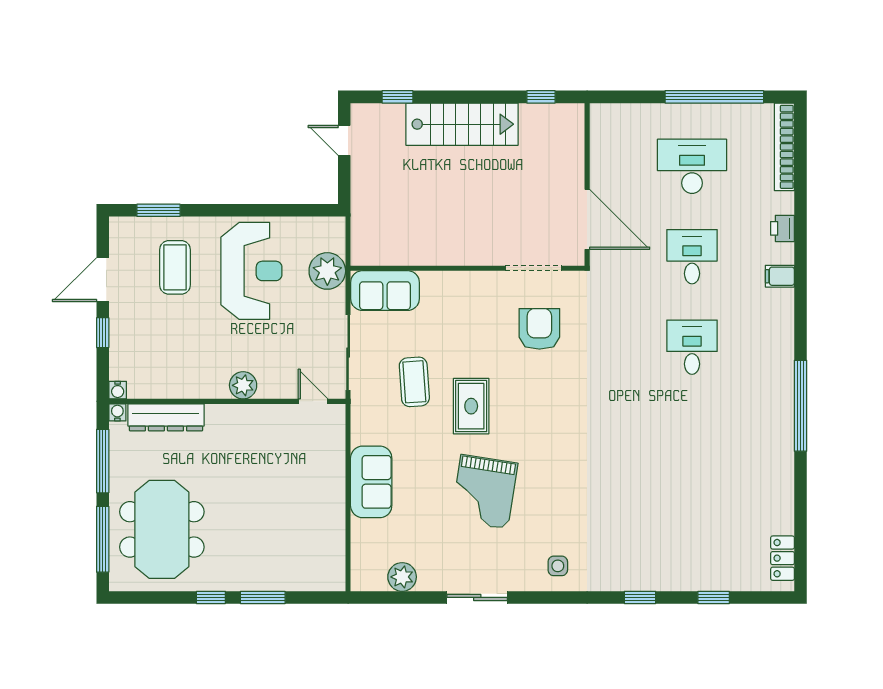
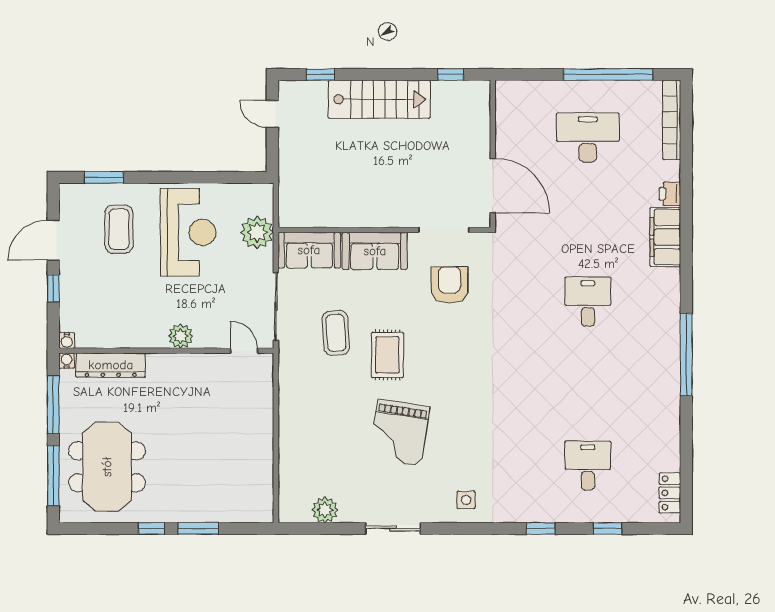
desk: (692, 257) -> (588, 465), moved
filing cabinet: (780, 276) -> (665, 237), width x3.00, depth x1.17
sofa: (371, 482) -> (375, 251), moved, turned 90

